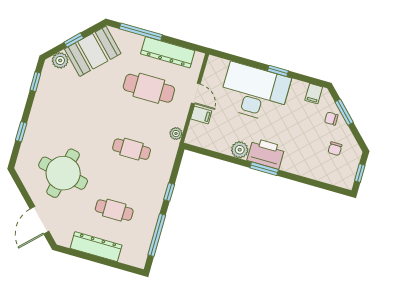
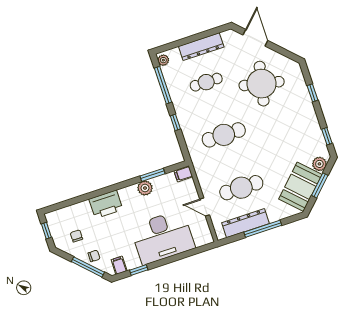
window: (141, 32) -> (263, 229), moved
window: (74, 40) -> (320, 185), width x1.50
window: (278, 71) -> (139, 270), moved
window: (344, 112) -> (88, 267), width x1.44
filing cabinet: (201, 115) -> (183, 174), moved
plant: (176, 134) -> (163, 60), moved
cafe table: (132, 149) -> (224, 135), width x1.37, depth x1.35
printer: (266, 154) -> (106, 204), moved
window: (264, 169) -> (152, 175), moved

